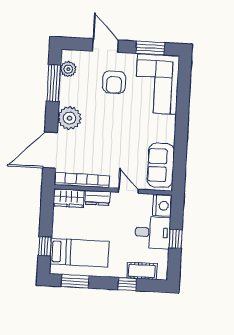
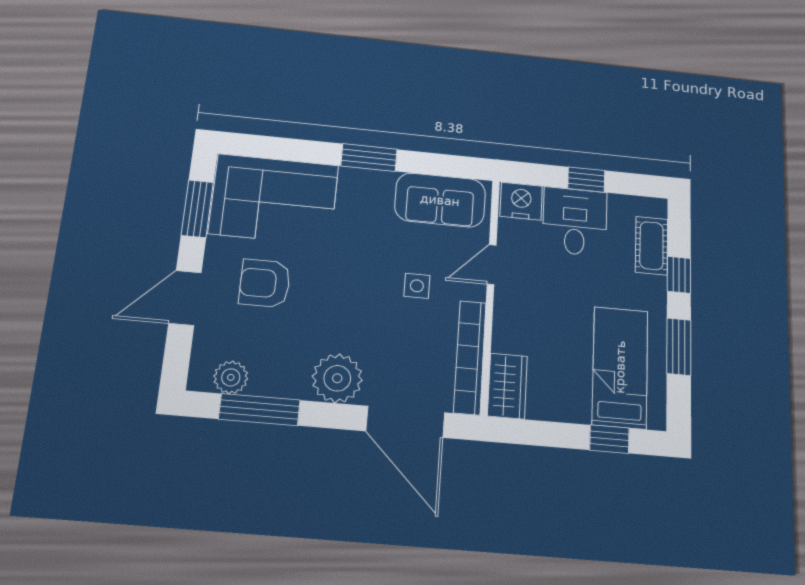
armchair: (114, 82) -> (265, 283), turned 180
window: (181, 130) -> (369, 157), added
side table: (116, 154) -> (417, 286), added
dresser: (97, 198) -> (507, 327), removed
window: (75, 281) -> (679, 347), moved

